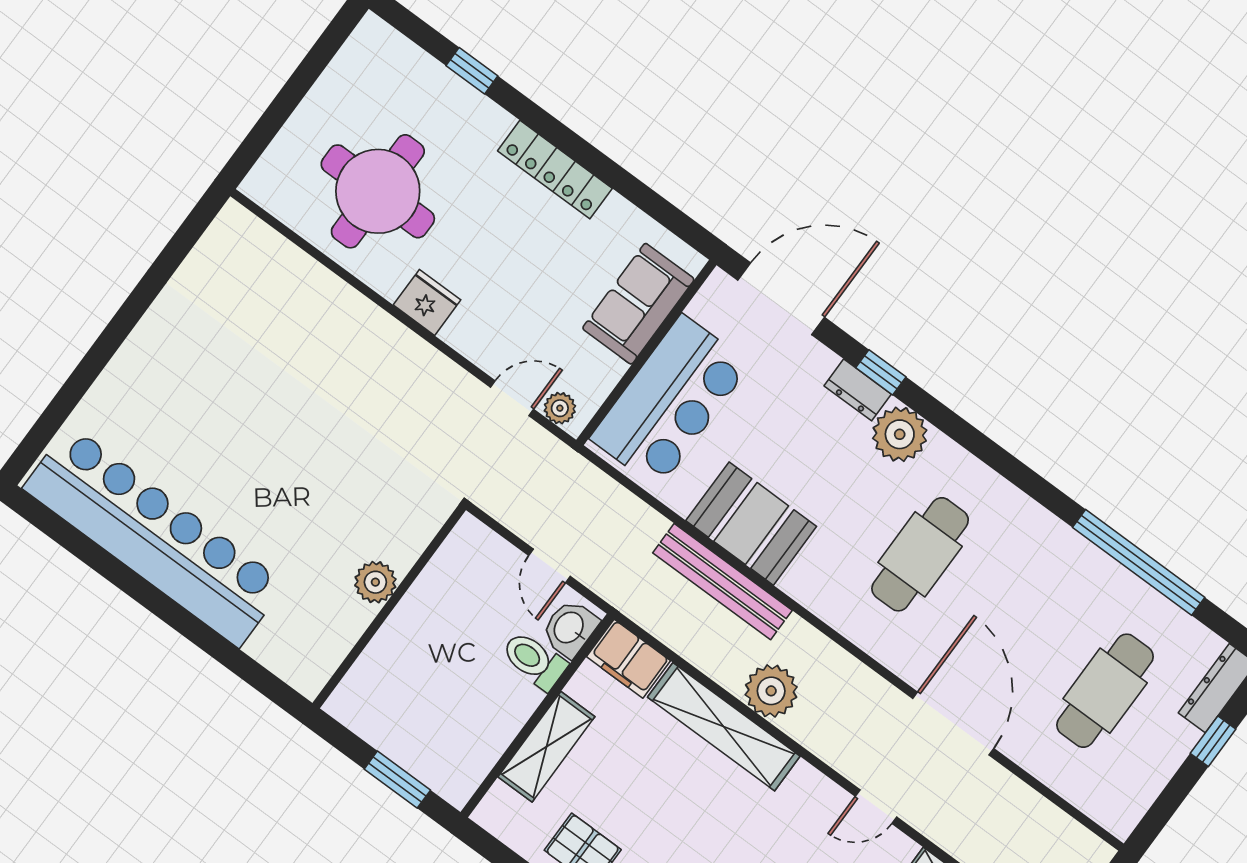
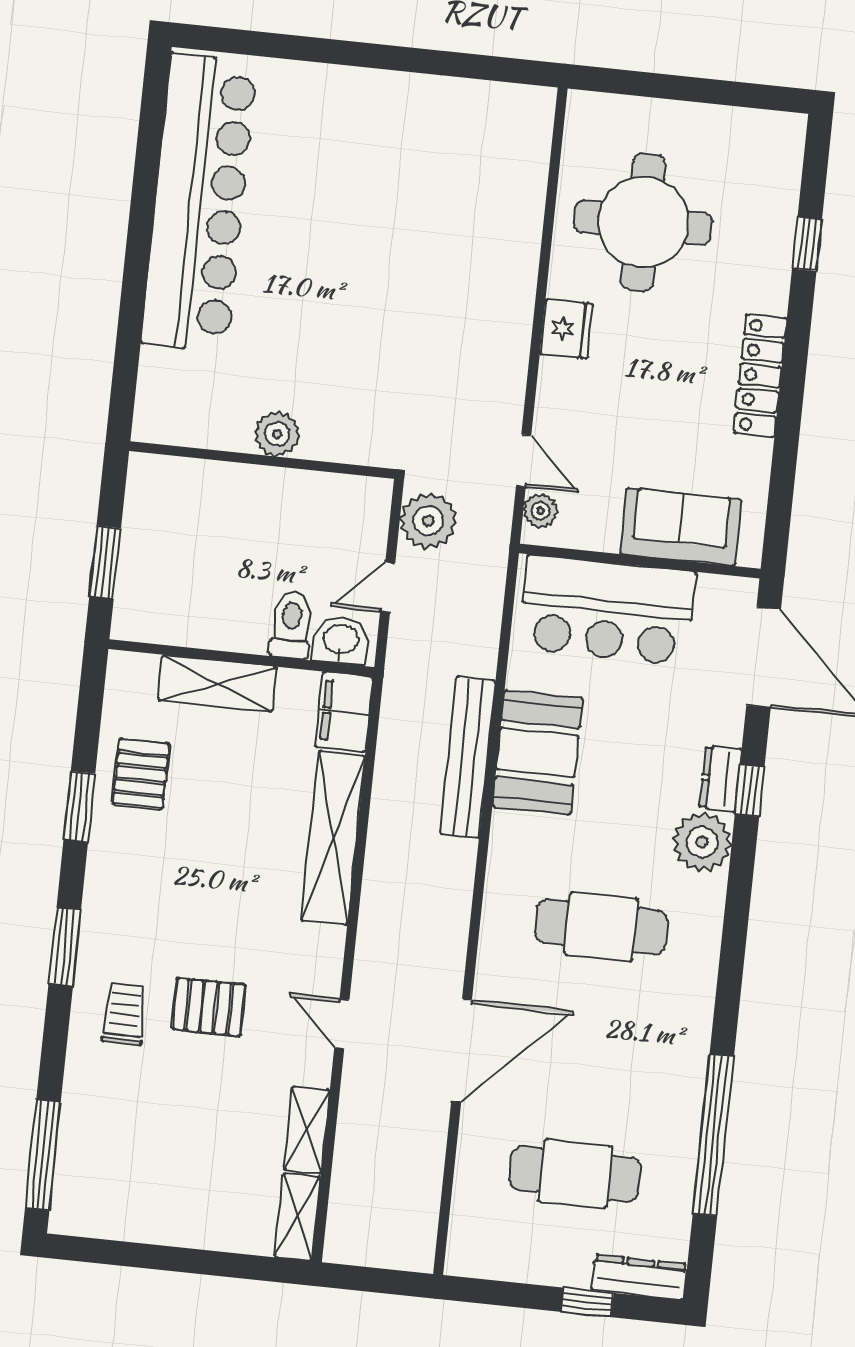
plant: (771, 691) -> (428, 521), moved

